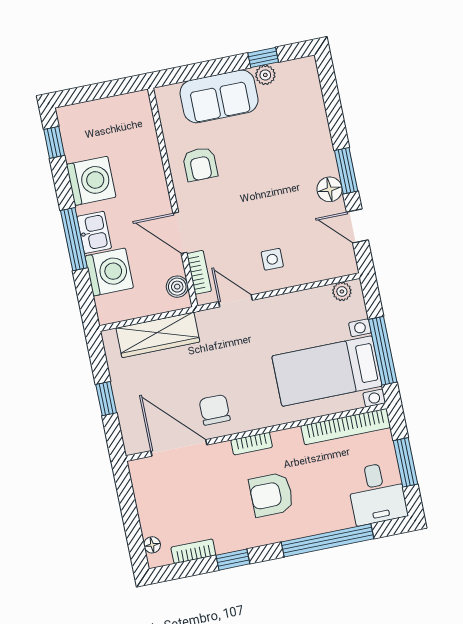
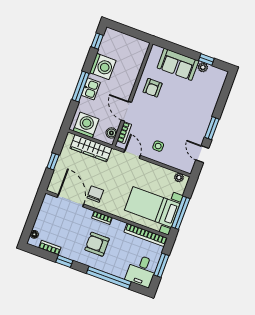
floor lamp: (330, 189) -> (200, 132), removed
washing machine: (109, 272) -> (86, 125), moved, turned -90

